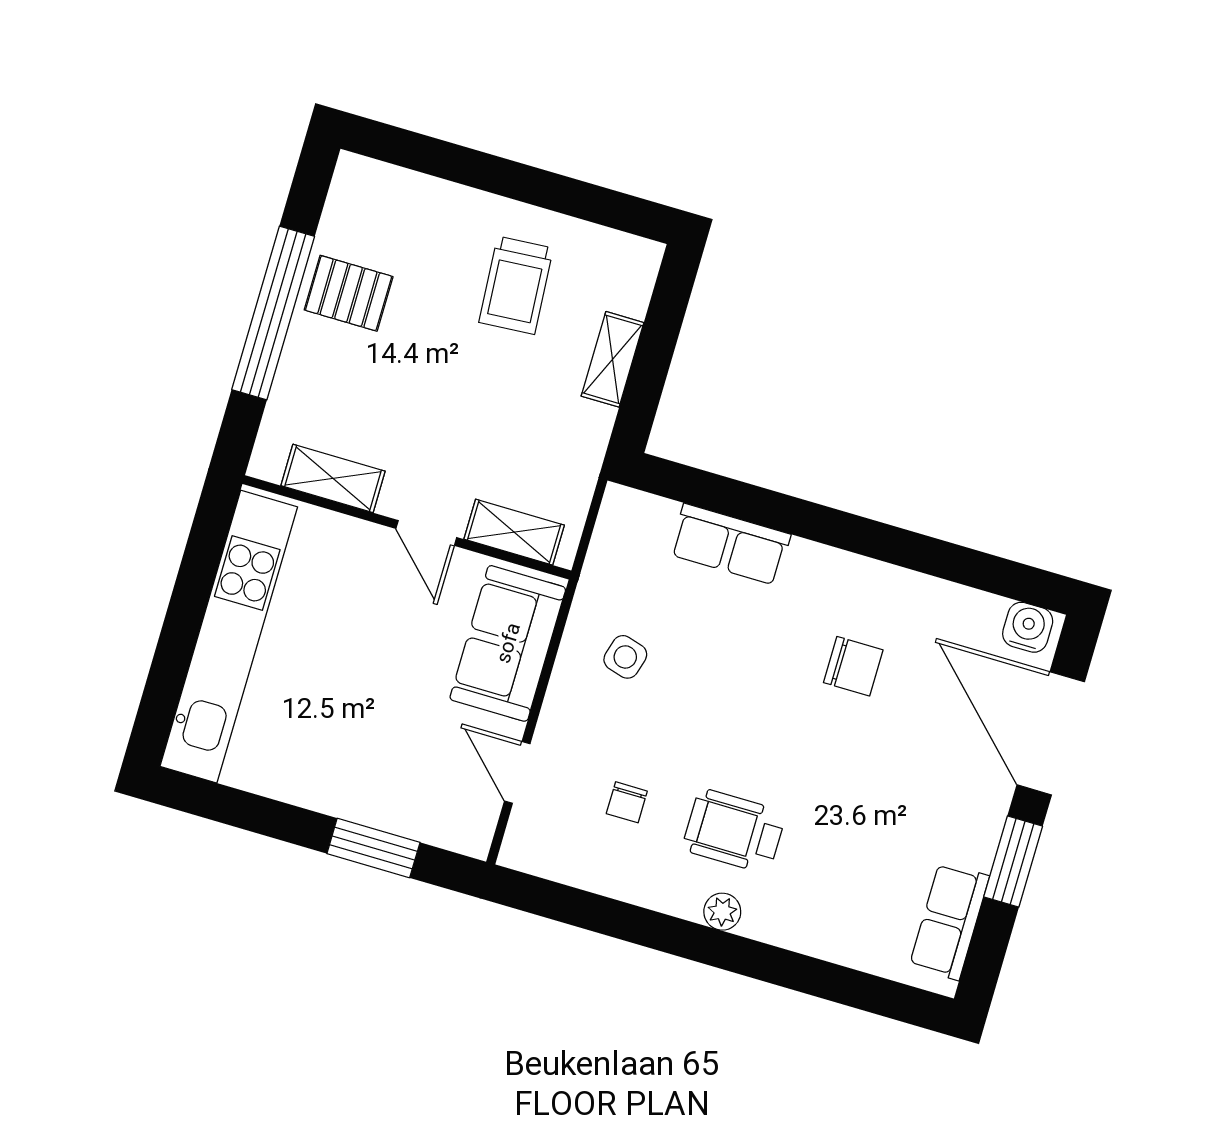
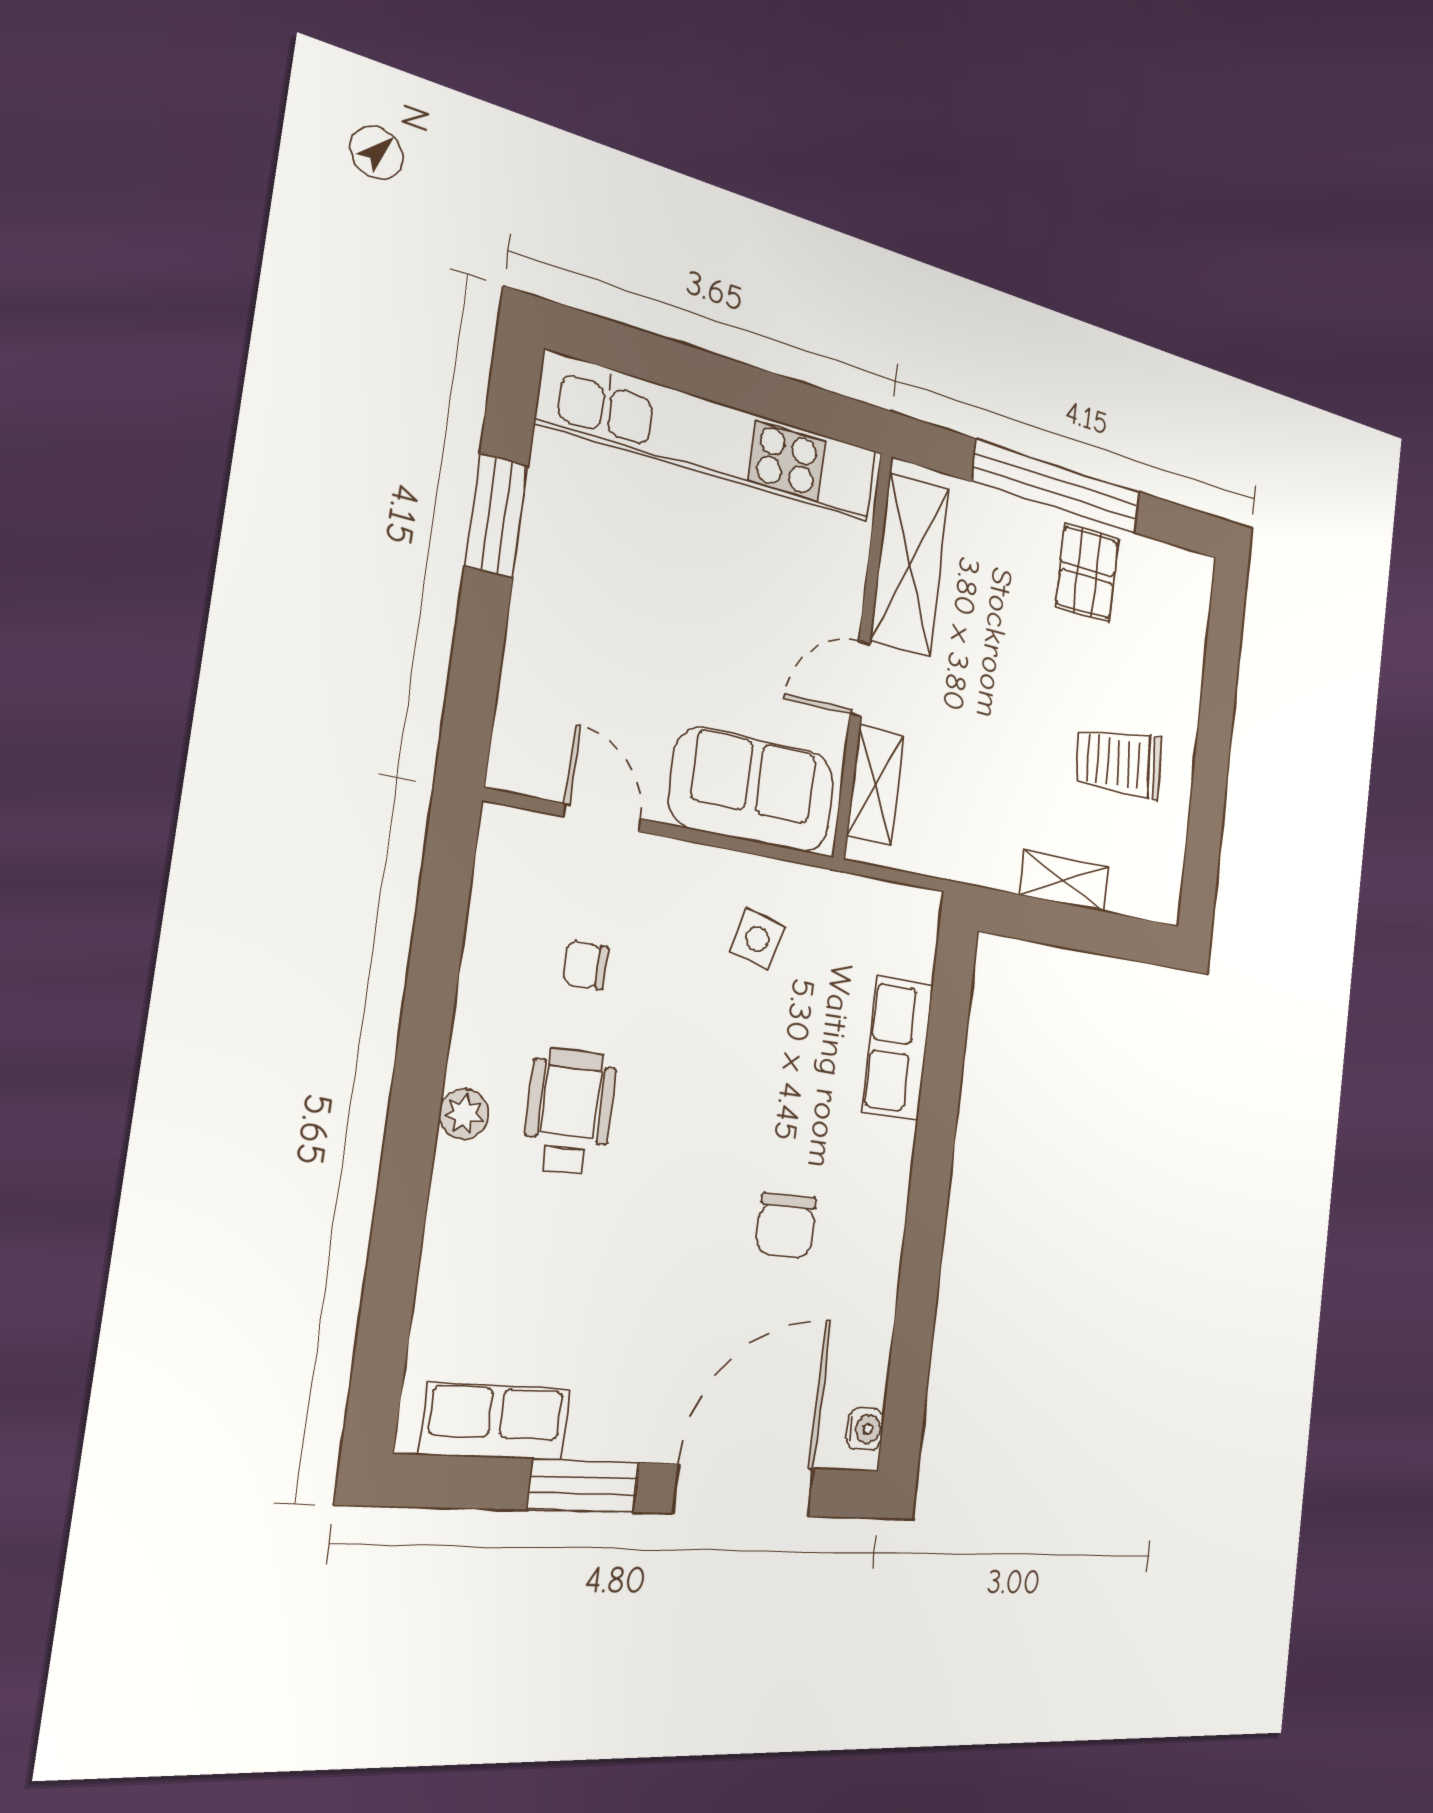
shelving: (333, 478) -> (910, 565), width x1.50, depth x1.33
water cooler: (1028, 627) -> (865, 1429), width x0.72, depth x0.72
door: (517, 772) -> (602, 818), hinge flipped
window: (373, 848) -> (496, 516), moved

